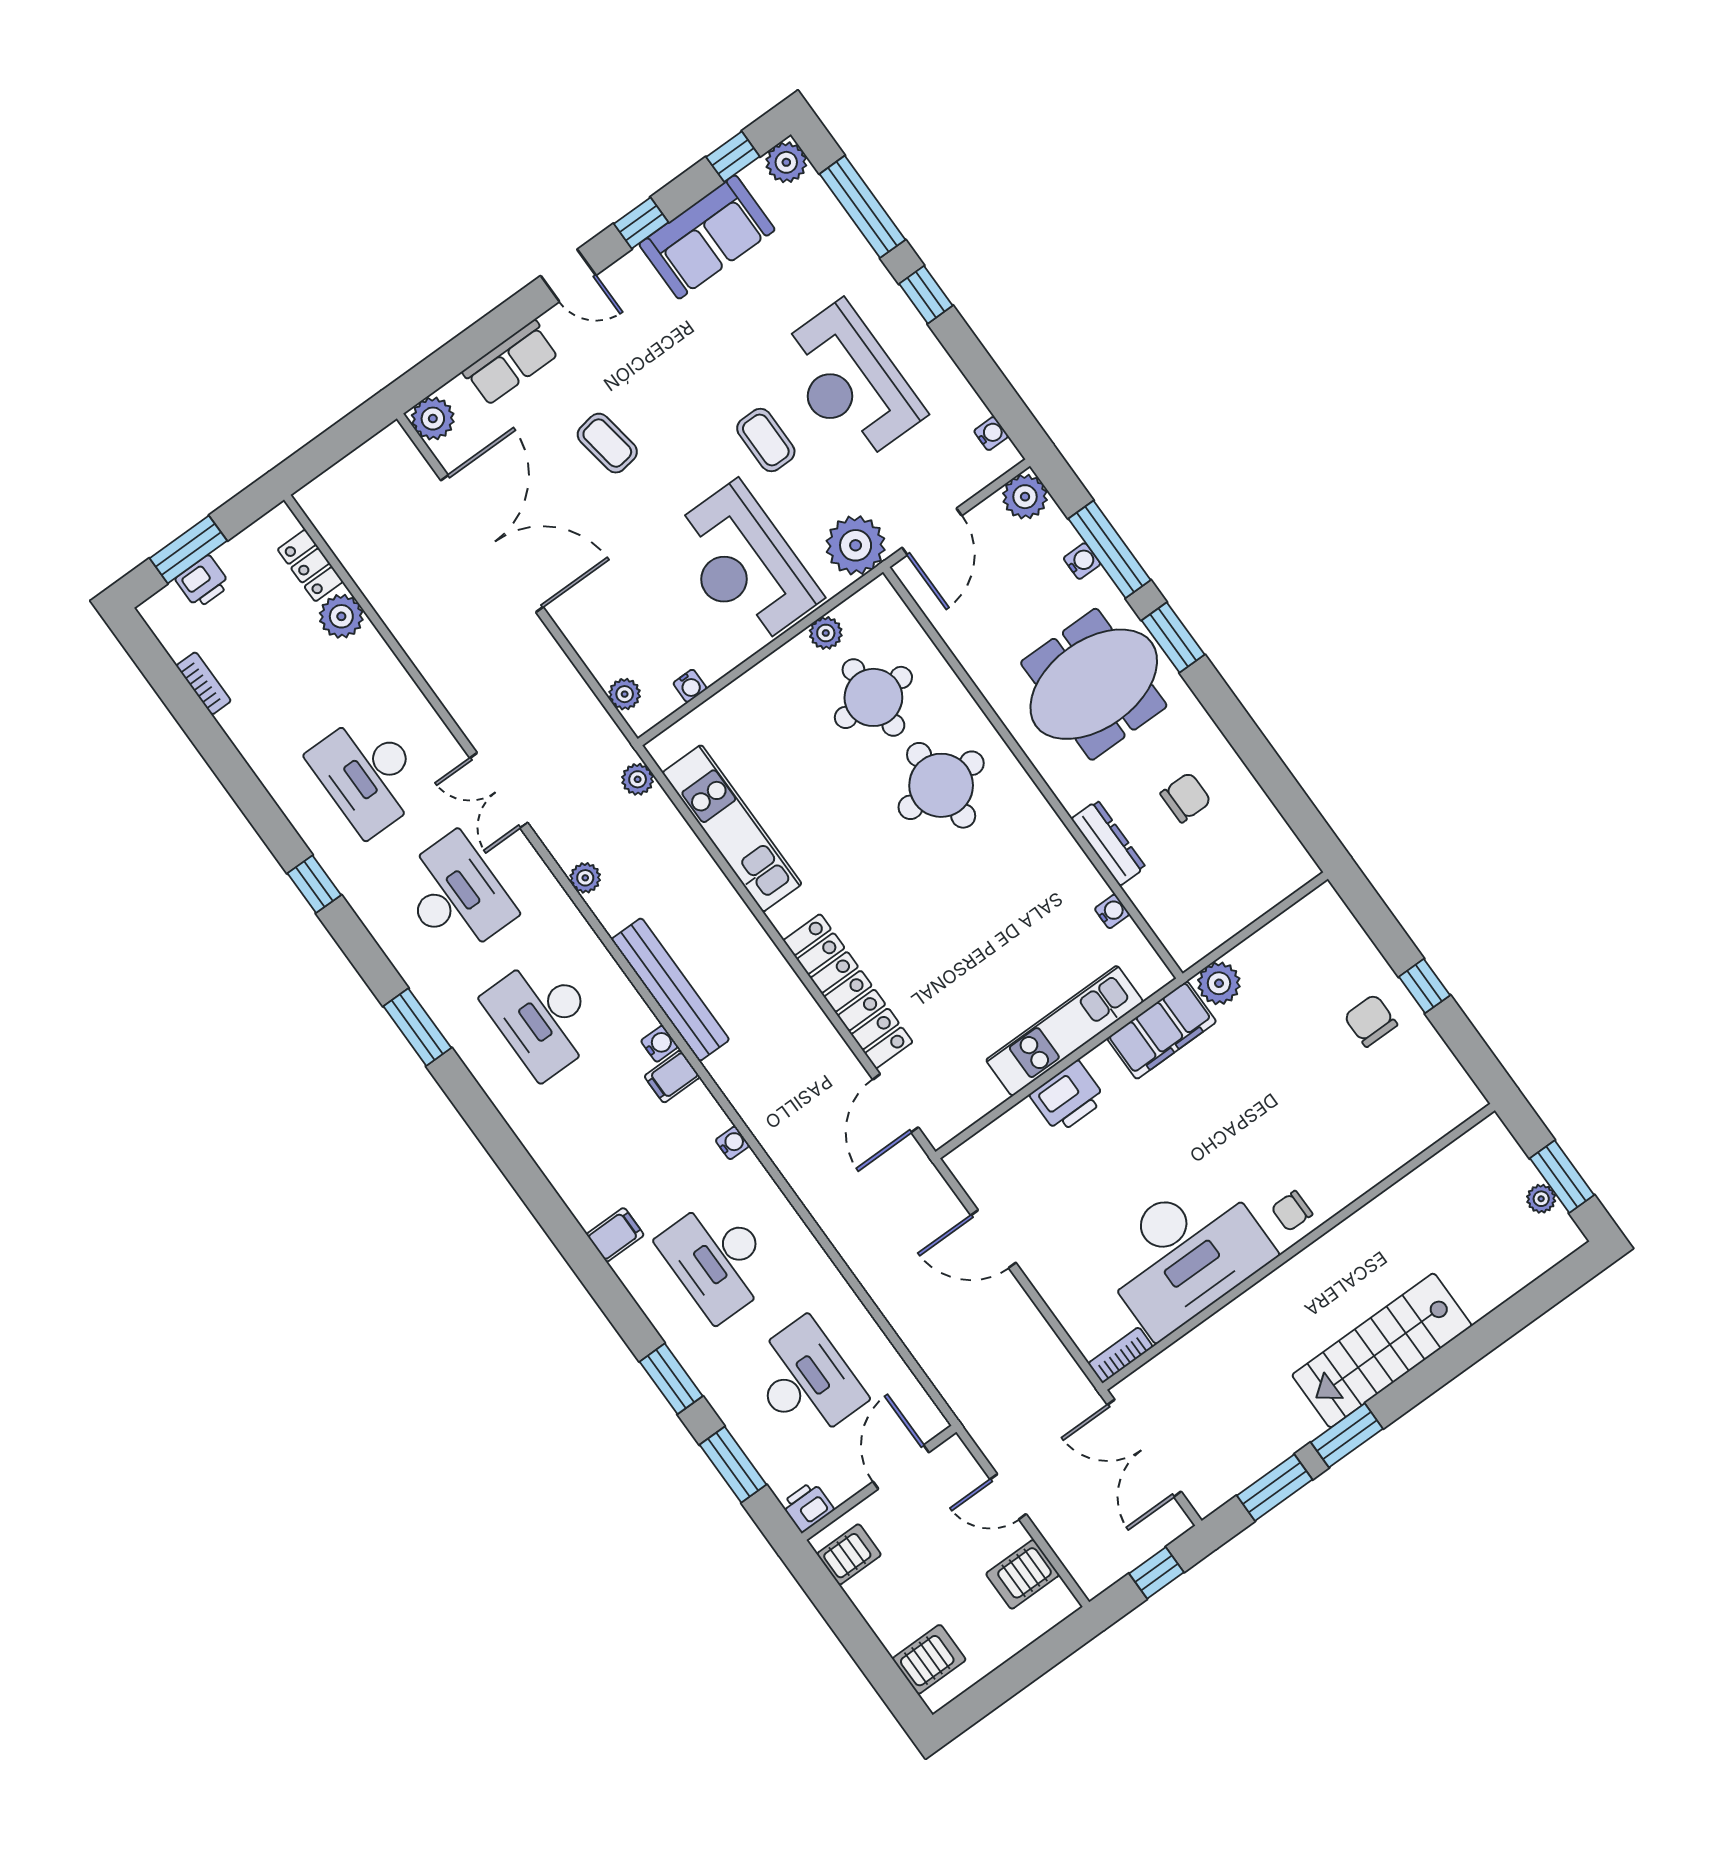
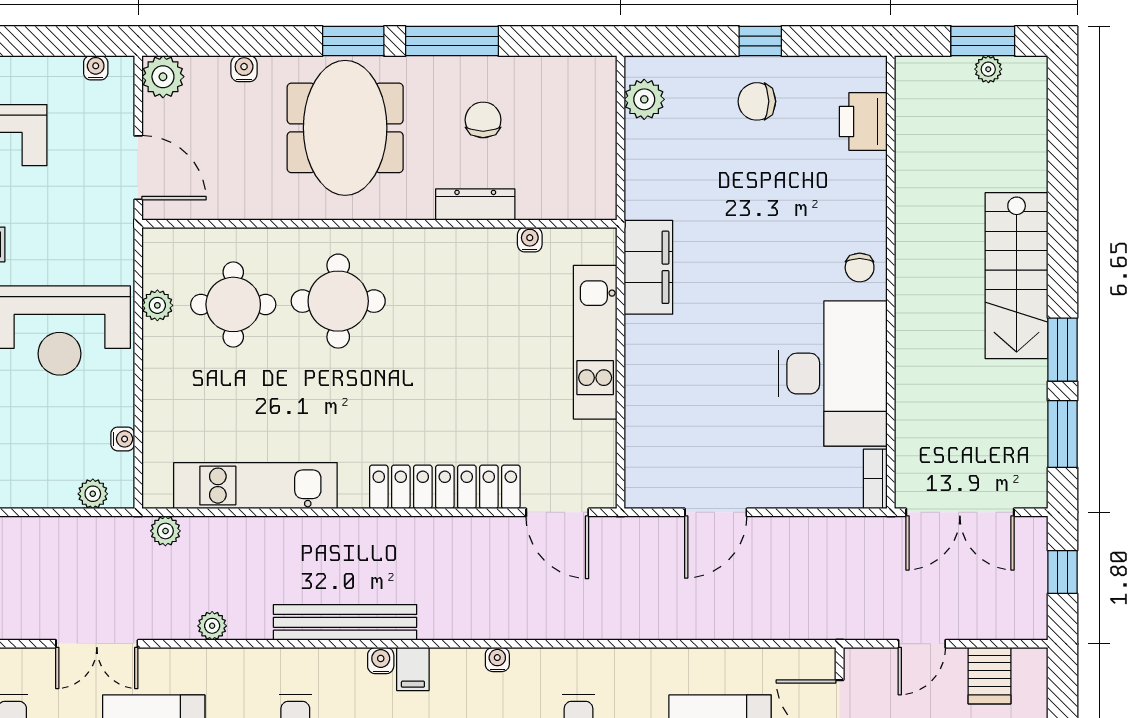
plant: (856, 545) -> (106, 234), removed
window: (1110, 549) -> (452, 41), moved
plant: (1219, 983) -> (644, 99), moved
printer: (1068, 1097) -> (863, 121), moved, turned 180

